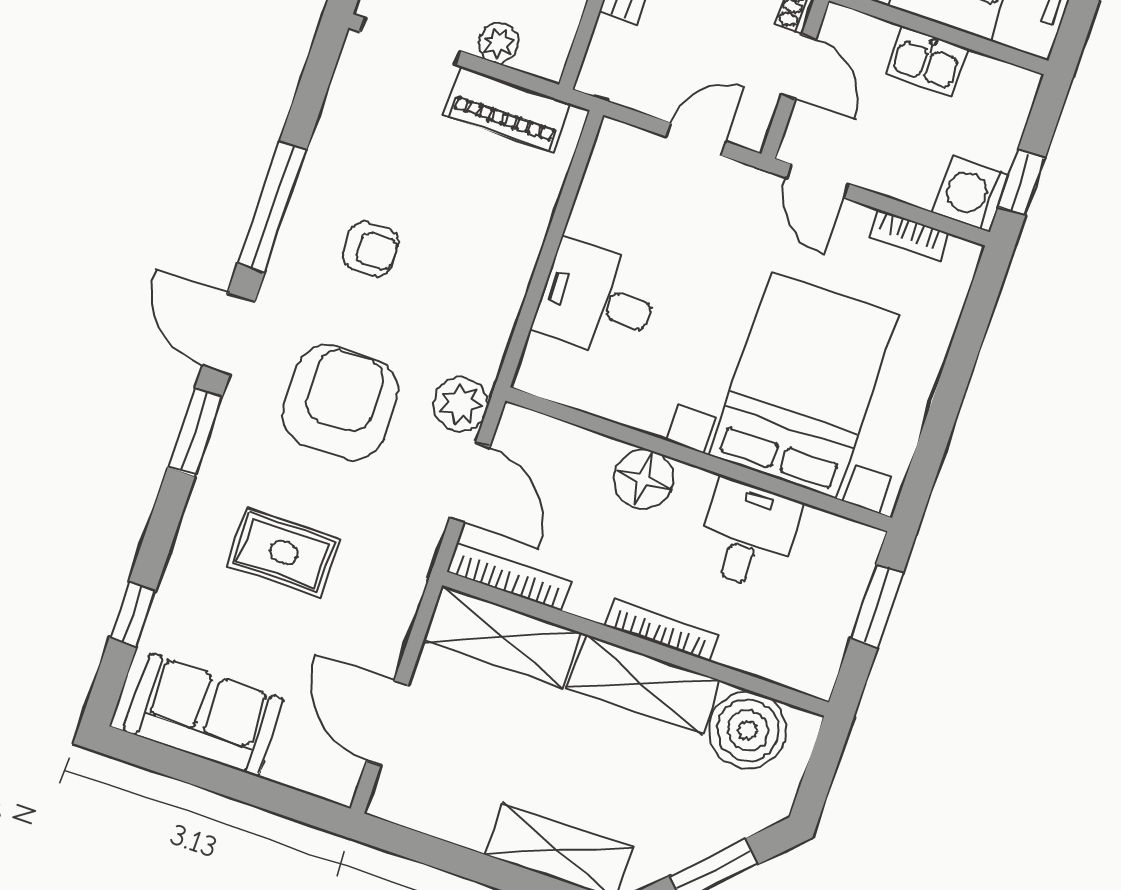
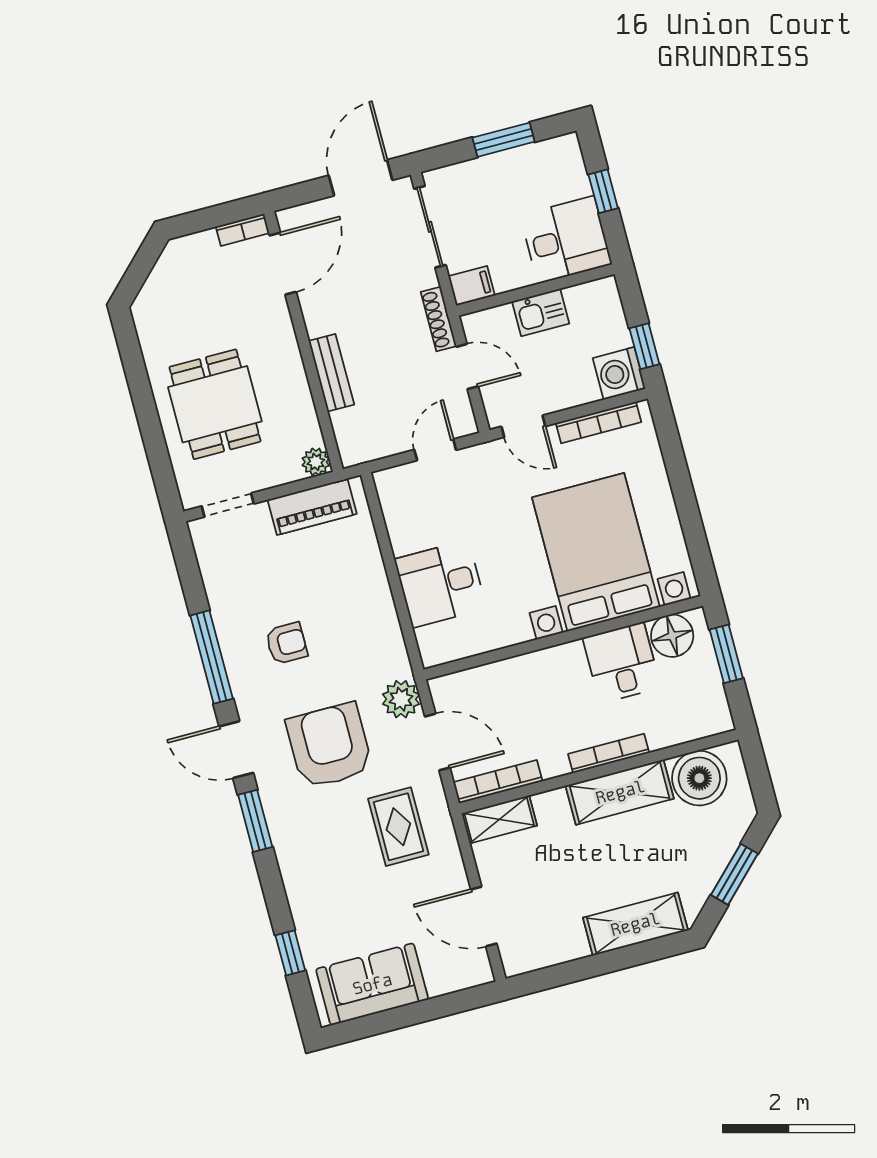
doorway: (410, 41) -> (228, 505), width x0.73
plant: (499, 43) -> (316, 462), moved
bookcase: (909, 235) -> (599, 422), width x1.56
floor lamp: (643, 479) -> (672, 636), moved
rug: (284, 553) -> (398, 827), moved, turned 90
shelving: (502, 637) -> (499, 819), width x0.67, depth x0.75

